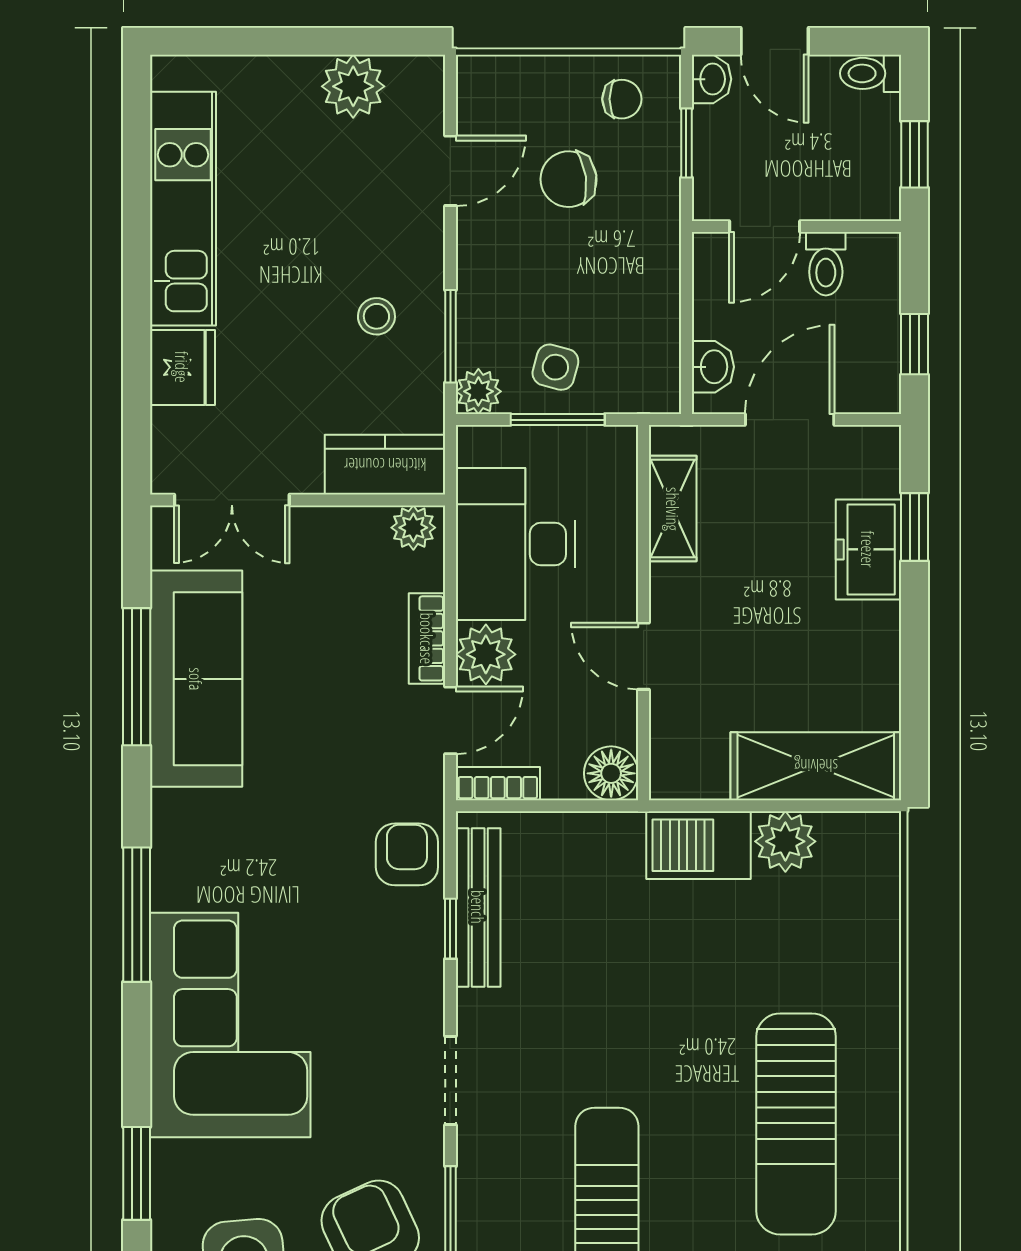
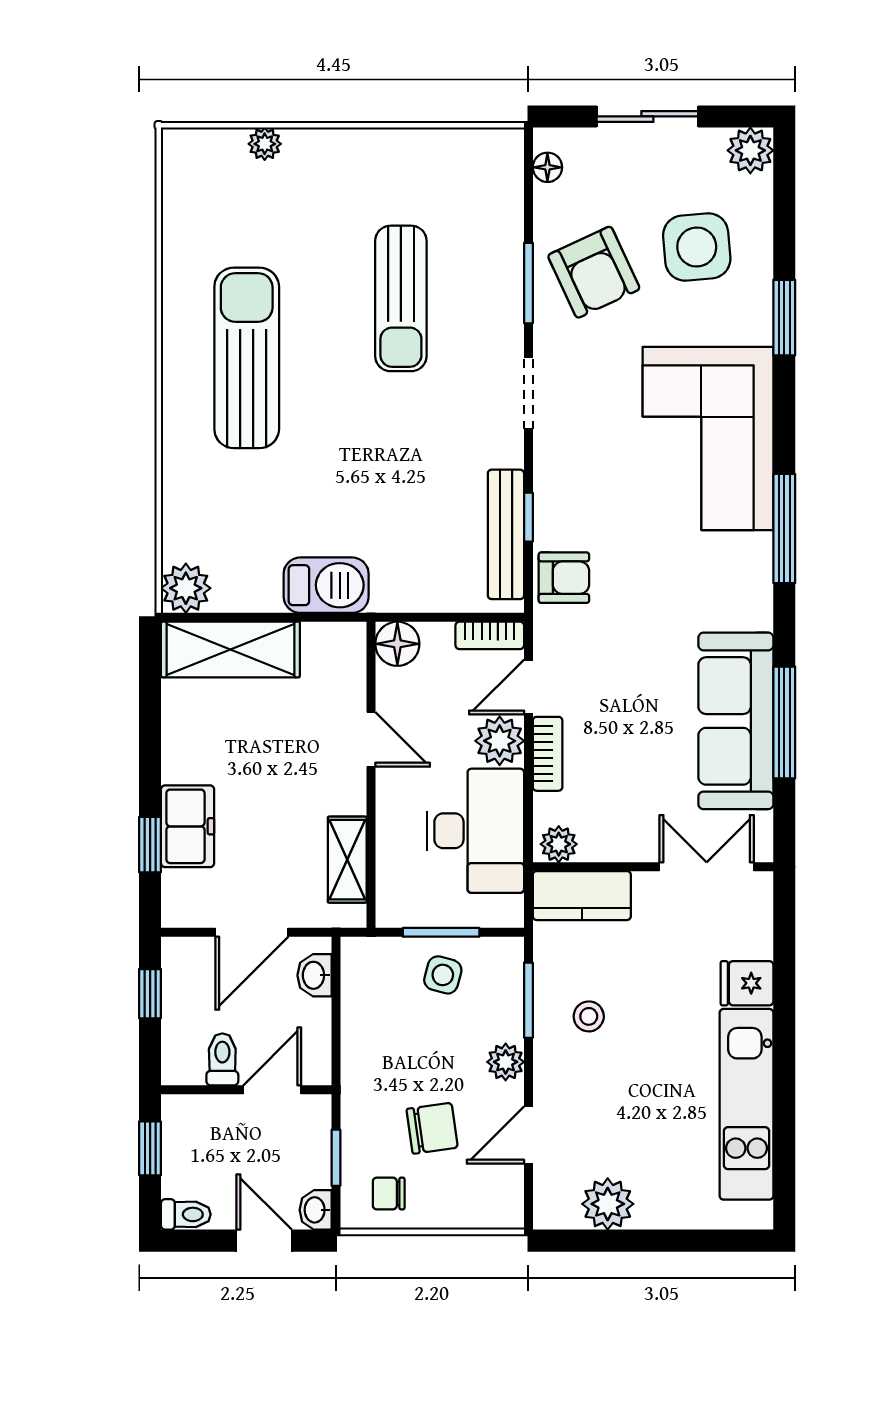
fridge: (182, 367) -> (747, 983), width x0.72
plant: (478, 391) -> (506, 1062), moved
plant: (785, 841) -> (186, 588), moved
armchair: (407, 854) -> (564, 578), turned -90

